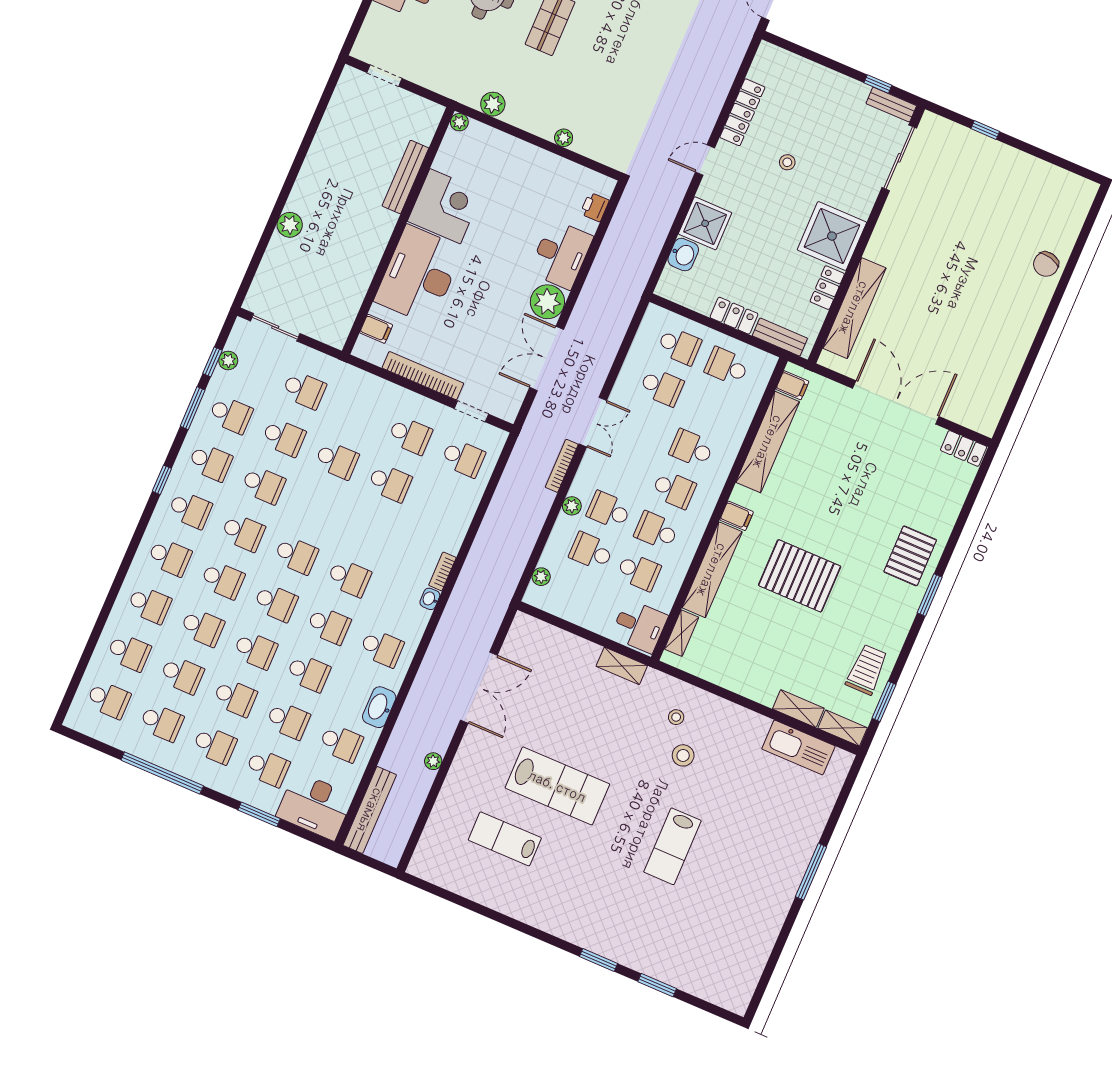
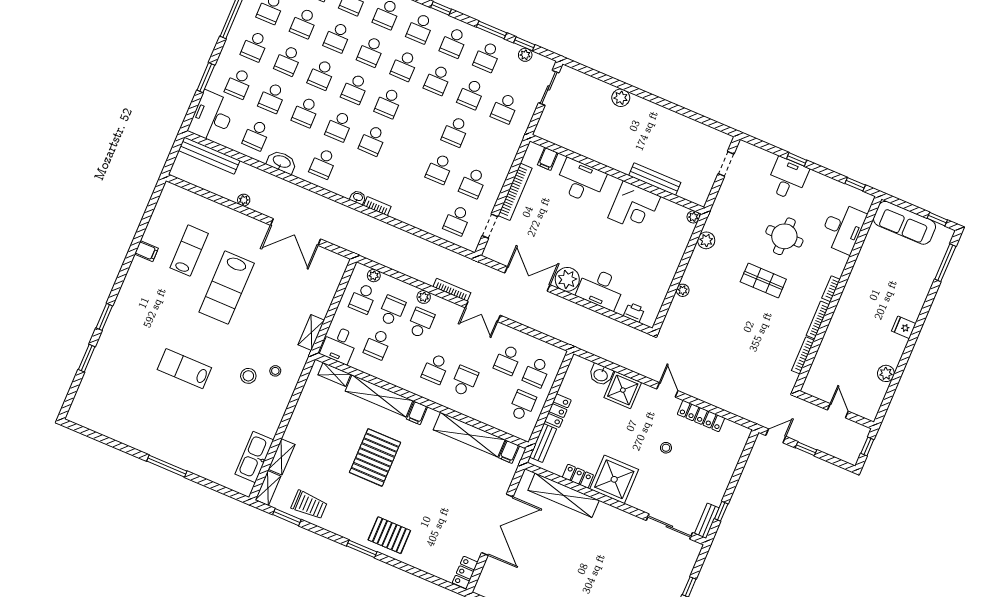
desk: (419, 275) -> (581, 181), width x0.73, depth x0.77
school desk: (656, 531) -> (363, 298), moved, turned 180
filing cabinet: (505, 900) -> (146, 251), added

